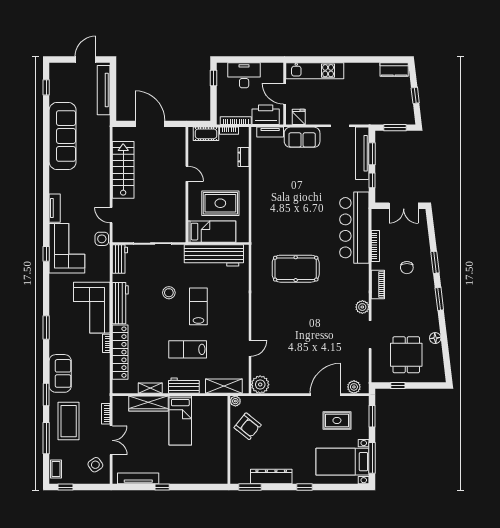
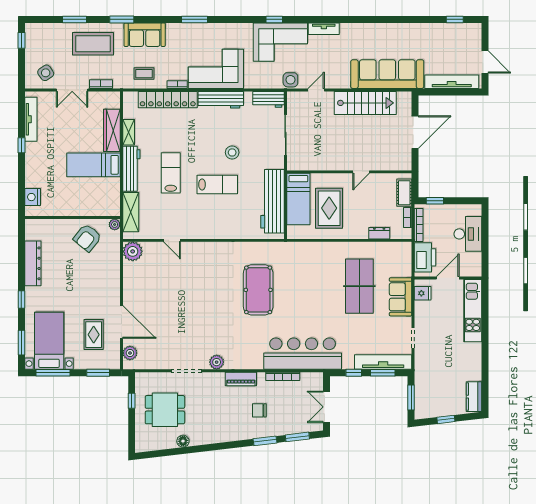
window: (213, 78) -> (435, 201), moved
tv unit: (270, 132) -> (406, 262), removed
sofa: (63, 136) -> (387, 74), moved, turned 180
table tennis table: (292, 175) -> (359, 286), added
window: (439, 299) -> (297, 437), moved
workbench: (184, 386) -> (131, 169), width x1.38
window: (46, 438) -> (75, 19), width x0.69
coffee table: (56, 469) -> (144, 74), moved
nightstand: (210, 477) -> (33, 197), added
window: (250, 487) -> (21, 343), moved

